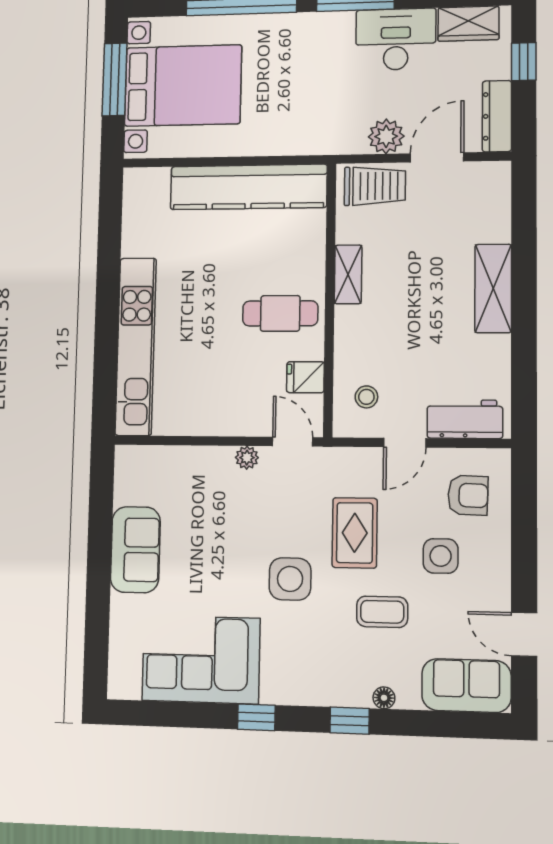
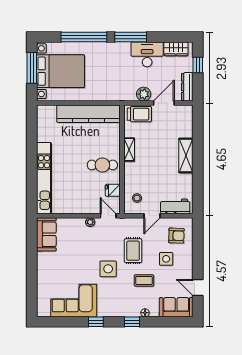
sofa: (135, 550) -> (46, 234), moved

